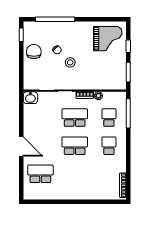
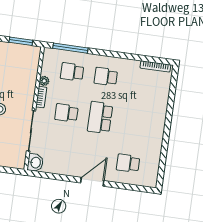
school desk: (75, 118) -> (66, 113), width x0.54
school desk: (40, 174) -> (128, 163), width x0.54

